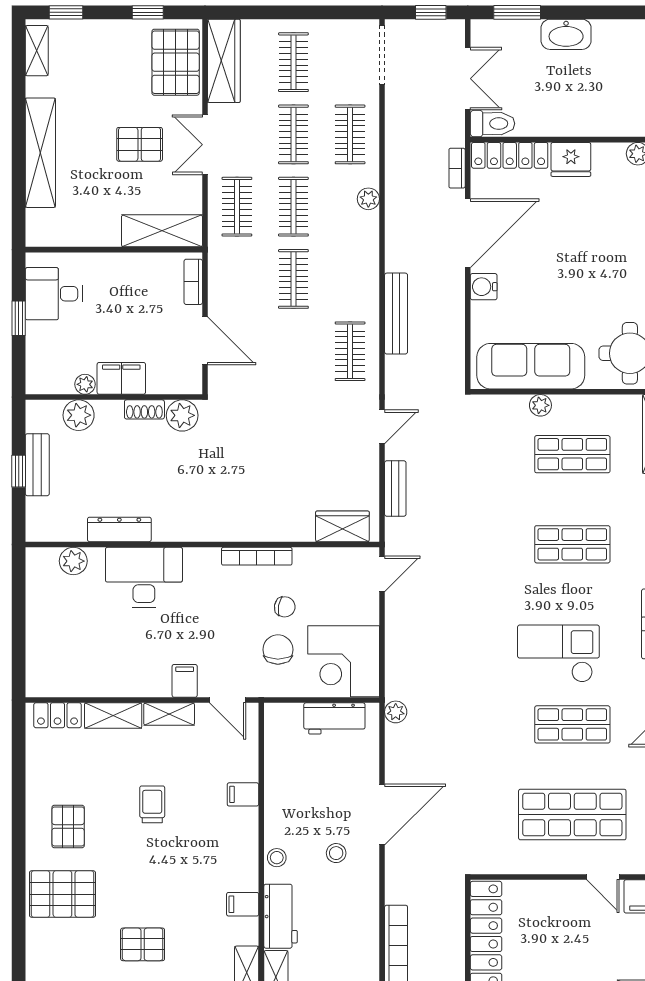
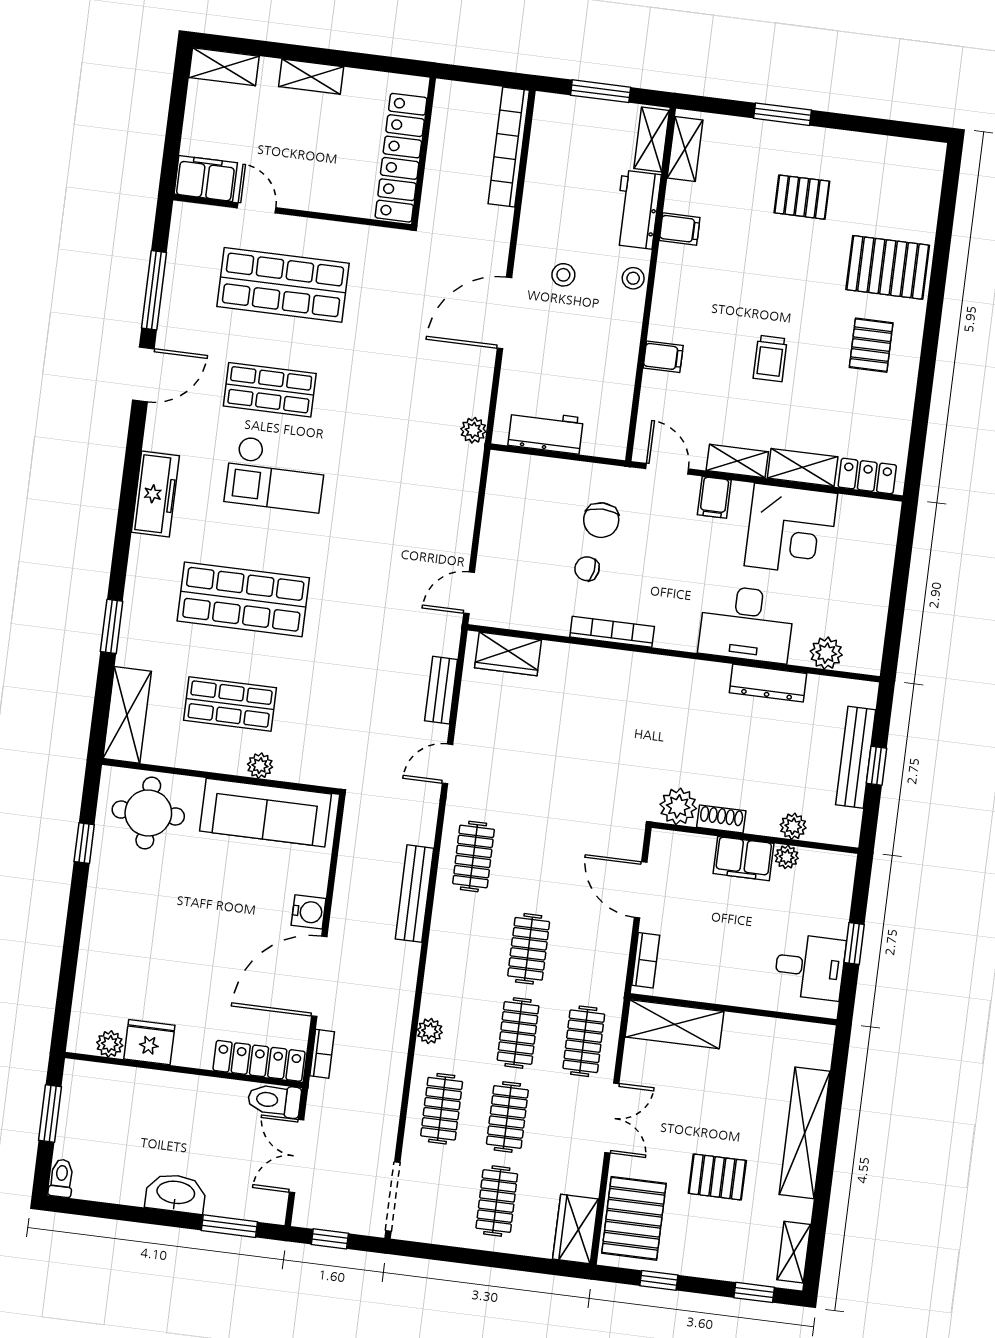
wardrobe: (224, 61) -> (576, 1229), width x0.67
pallet: (140, 144) -> (717, 1177), moved
fridge: (571, 159) -> (149, 1042), moved
plant: (79, 415) -> (793, 826), width x0.73, depth x0.73
bench: (37, 465) -> (856, 757), width x1.36
shop shelf: (572, 544) -> (243, 599), width x1.43, depth x1.36
corner desk: (344, 661) -> (791, 530), moved, turned 90

